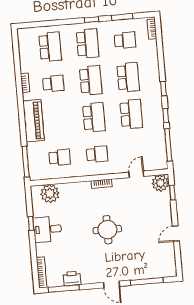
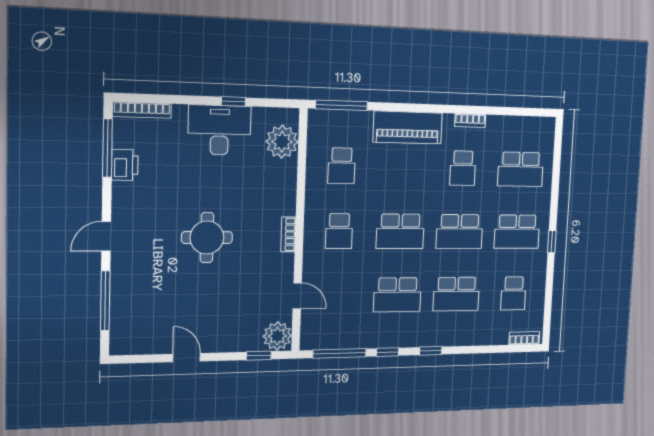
window: (122, 17) -> (549, 292), removed
desk: (47, 229) -> (219, 130), width x1.37

